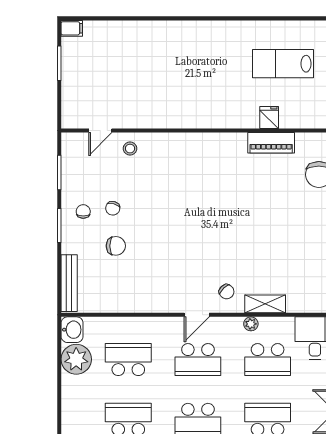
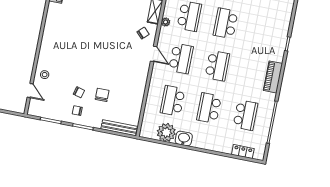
washbasin: (72, 330) -> (184, 138), moved

